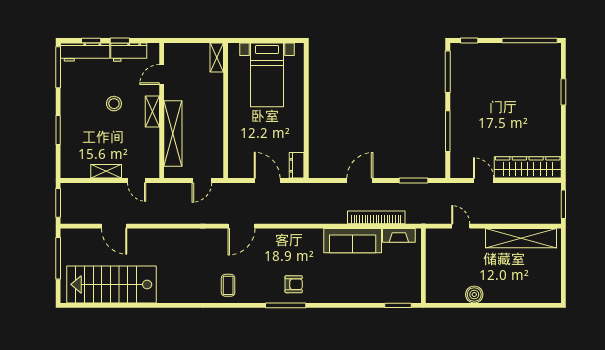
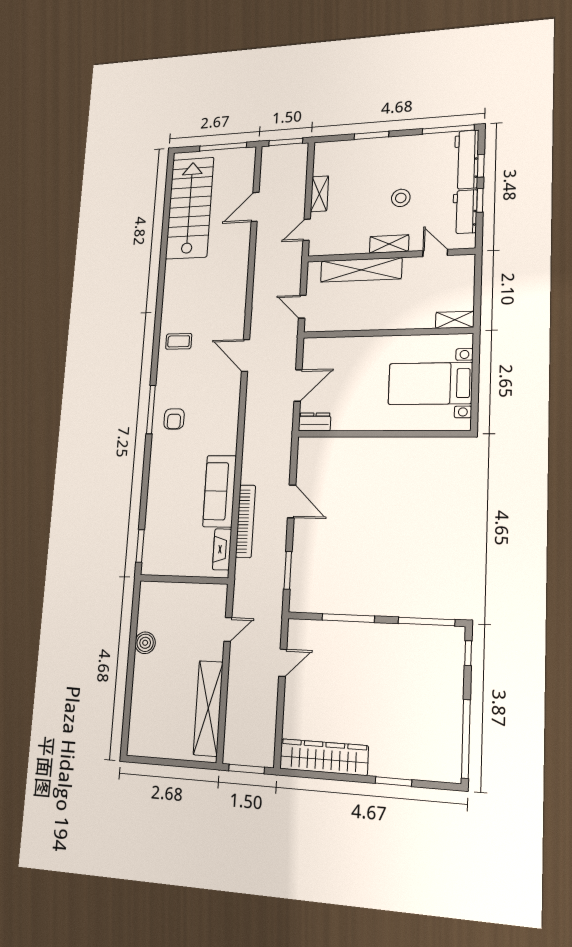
wardrobe: (528, 167) -> (324, 757), moved, turned -90

